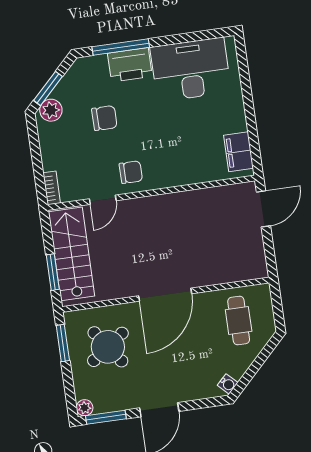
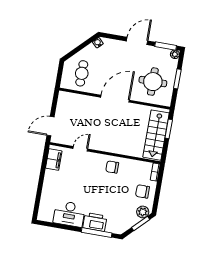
desk: (191, 70) -> (69, 214), width x0.73, depth x0.77
chair: (104, 118) -> (142, 191), moved
door: (103, 200) -> (80, 149), moved
window: (63, 343) -> (177, 79), moved
round table: (108, 347) -> (153, 82), turned 36

